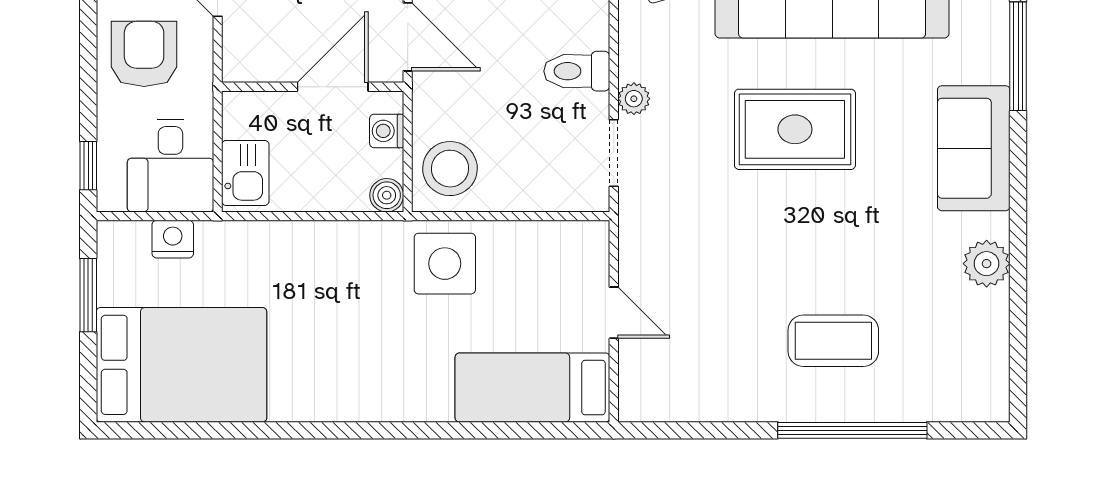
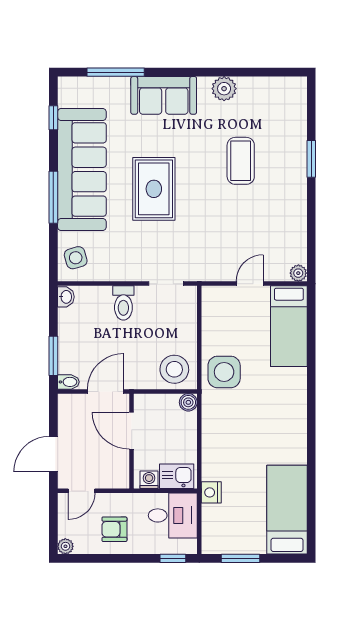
armchair: (144, 54) -> (114, 529), width x0.72, depth x0.72
plant: (634, 99) -> (298, 273), moved
washing machine: (387, 131) -> (149, 480), moved, turned 180
nightstand: (173, 239) -> (211, 492), moved
coffee table: (833, 341) -> (241, 161), moved
bed: (181, 365) -> (287, 510), width x0.67
window: (852, 430) -> (311, 159), width x0.47

